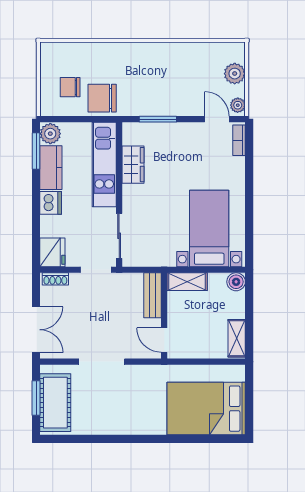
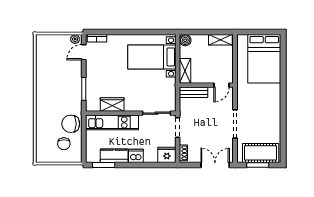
plant: (235, 74) -> (55, 41), removed
chair: (102, 98) -> (71, 124), turned 90
plant: (50, 134) -> (93, 156), removed

